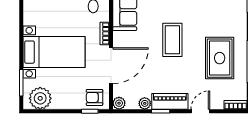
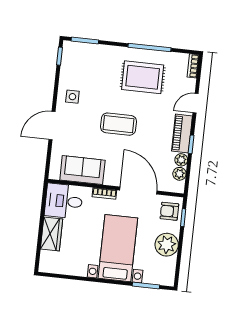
armchair: (94, 97) -> (169, 211), turned 90
plant: (40, 98) -> (167, 245), moved
plant: (119, 103) -> (179, 174), moved
door: (200, 111) -> (196, 103), hinge flipped

